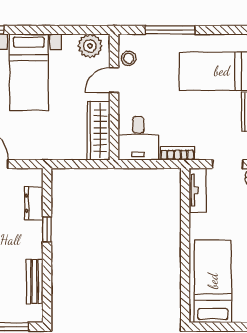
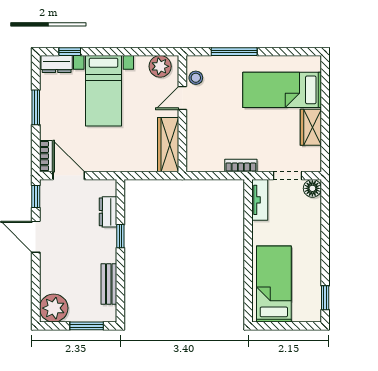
desk: (138, 138) -> (205, 152), removed

